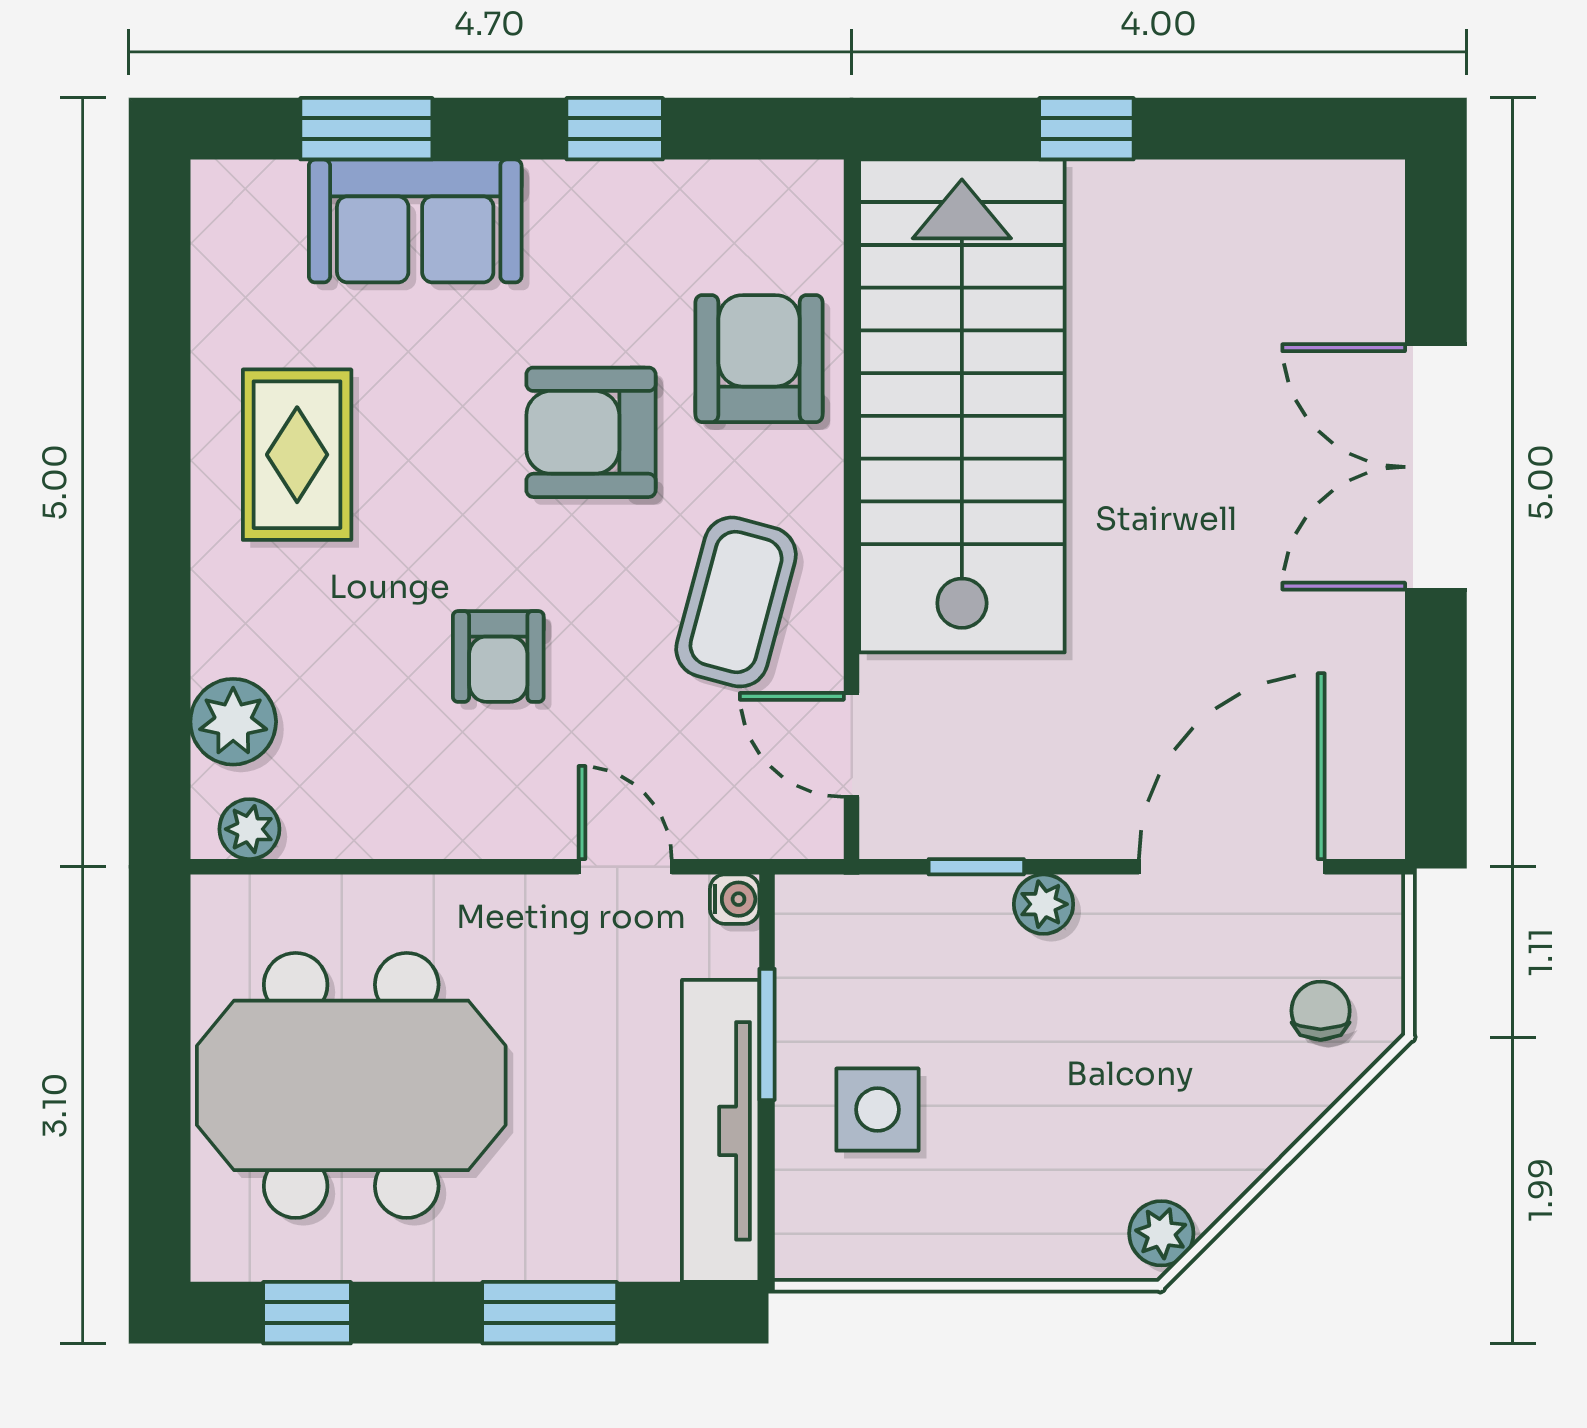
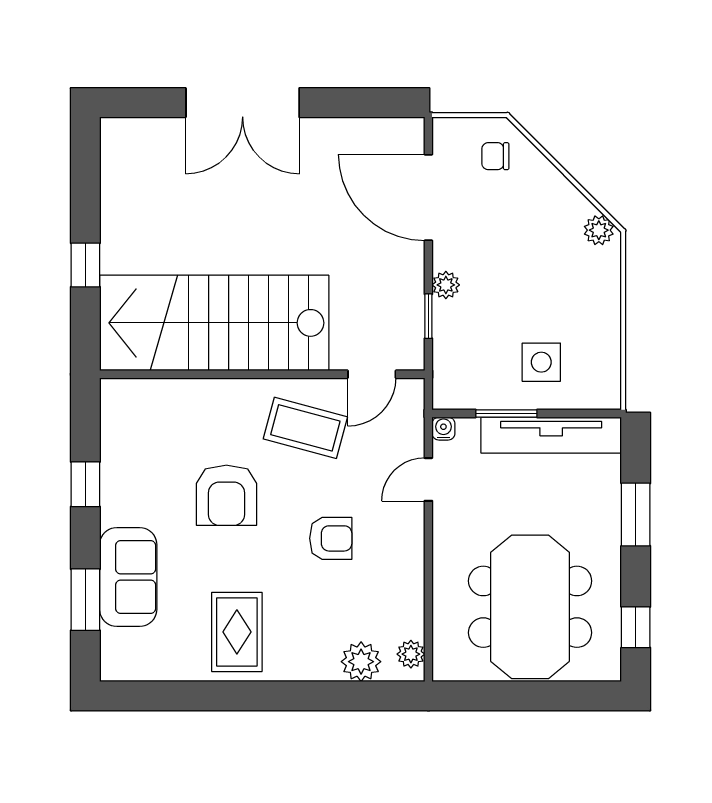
armchair: (759, 359) -> (192, 417), removed
rug: (297, 455) -> (237, 632), turned 90

